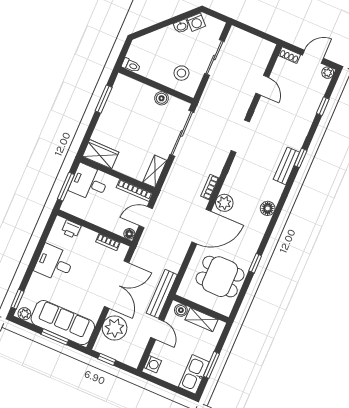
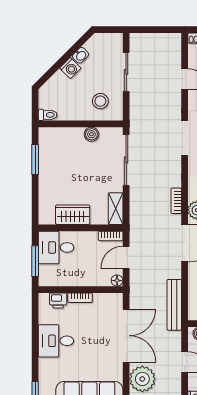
washing machine: (196, 22) -> (70, 68), moved
wardrobe: (101, 154) -> (73, 215), moved
bookcase: (134, 190) -> (111, 236), width x0.64
bookcase: (108, 242) -> (80, 298), moved
bench: (162, 294) -> (174, 305), moved

